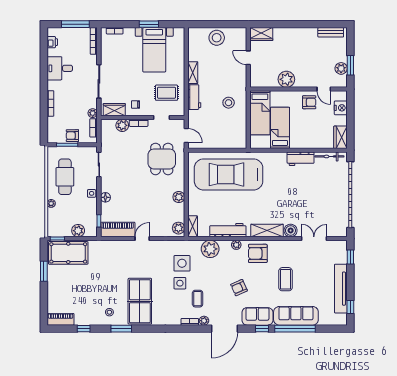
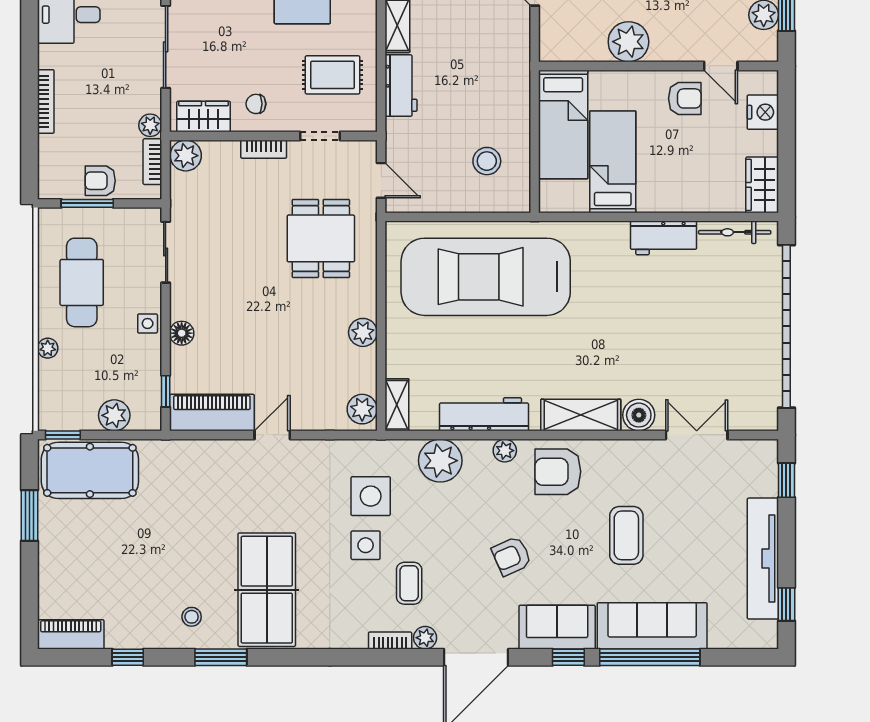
stool: (229, 103) -> (487, 161), moved
plant: (122, 125) -> (186, 156), moved

